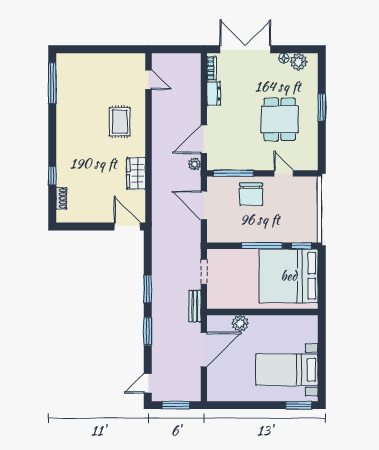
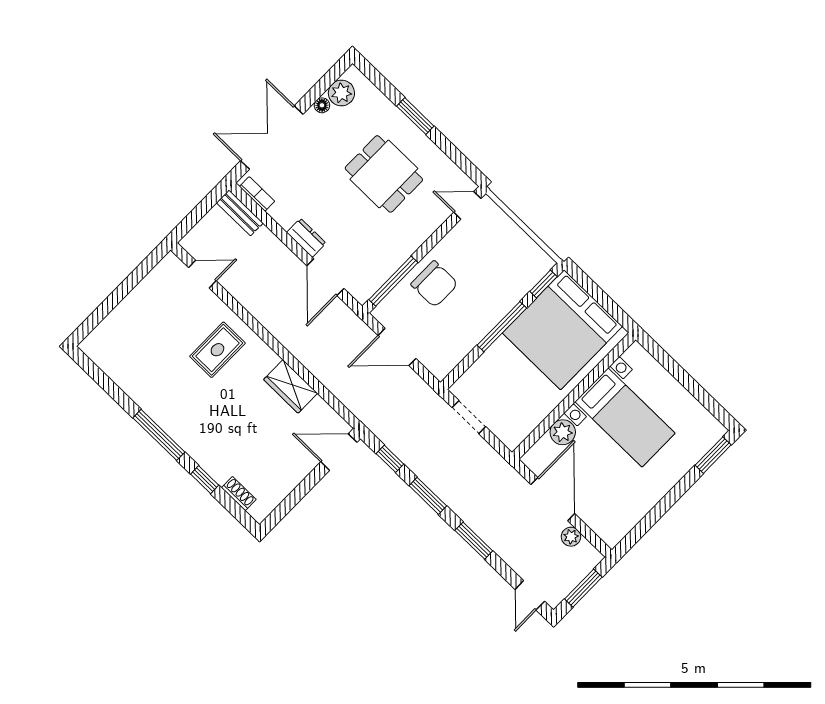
window: (52, 83) -> (159, 435), moved
dresser: (214, 93) -> (306, 238), moved
rug: (120, 122) -> (217, 350), turned 90
plant: (194, 164) -> (571, 537), moved
door: (284, 173) -> (467, 205), moved
window: (148, 254) -> (390, 459), added
bench: (195, 306) -> (240, 213), moved
bed with nightstands: (287, 370) -> (625, 418), moved, turned -90

